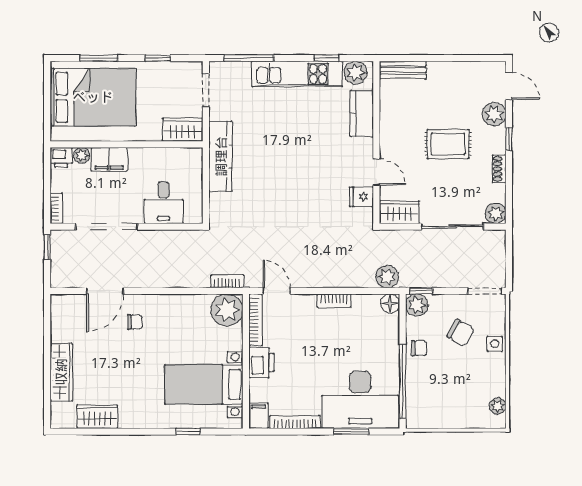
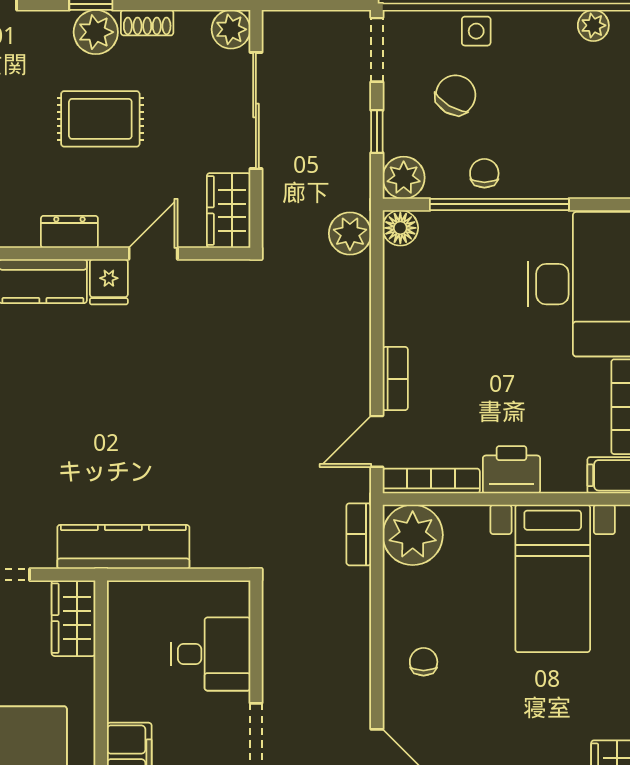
plant: (494, 114) -> (96, 32), moved
dresser: (388, 128) -> (69, 232), added
rug: (448, 144) -> (100, 119), turned 90
fridge: (361, 197) -> (109, 282), moved
window: (421, 291) -> (377, 131), moved
bookcase: (334, 301) -> (395, 379), moved
chair: (135, 322) -> (424, 662), moved
window: (403, 381) -> (499, 204), moved

